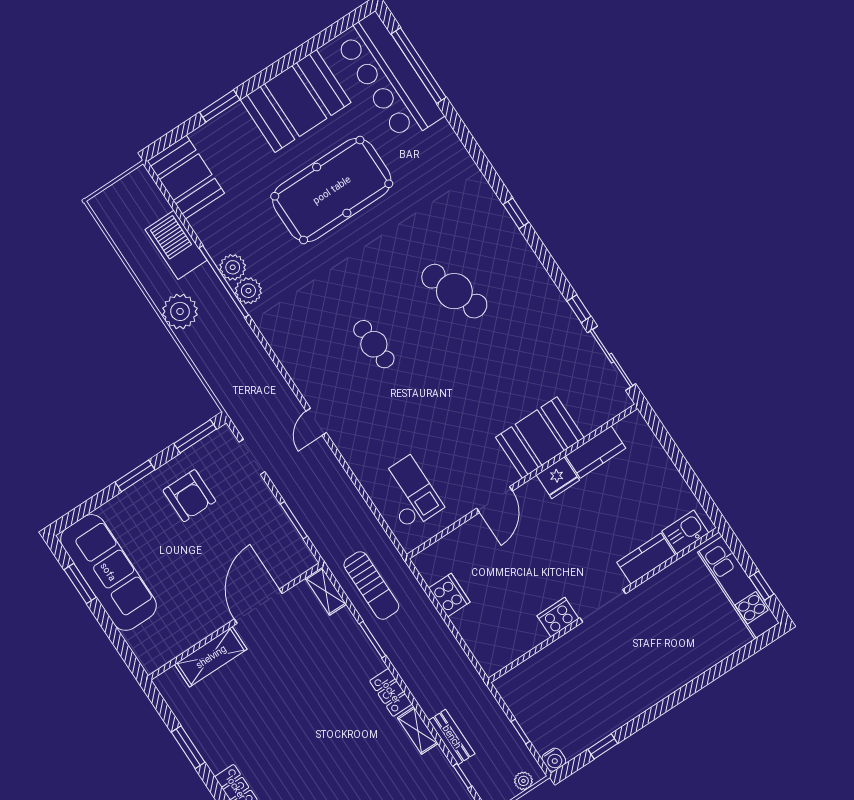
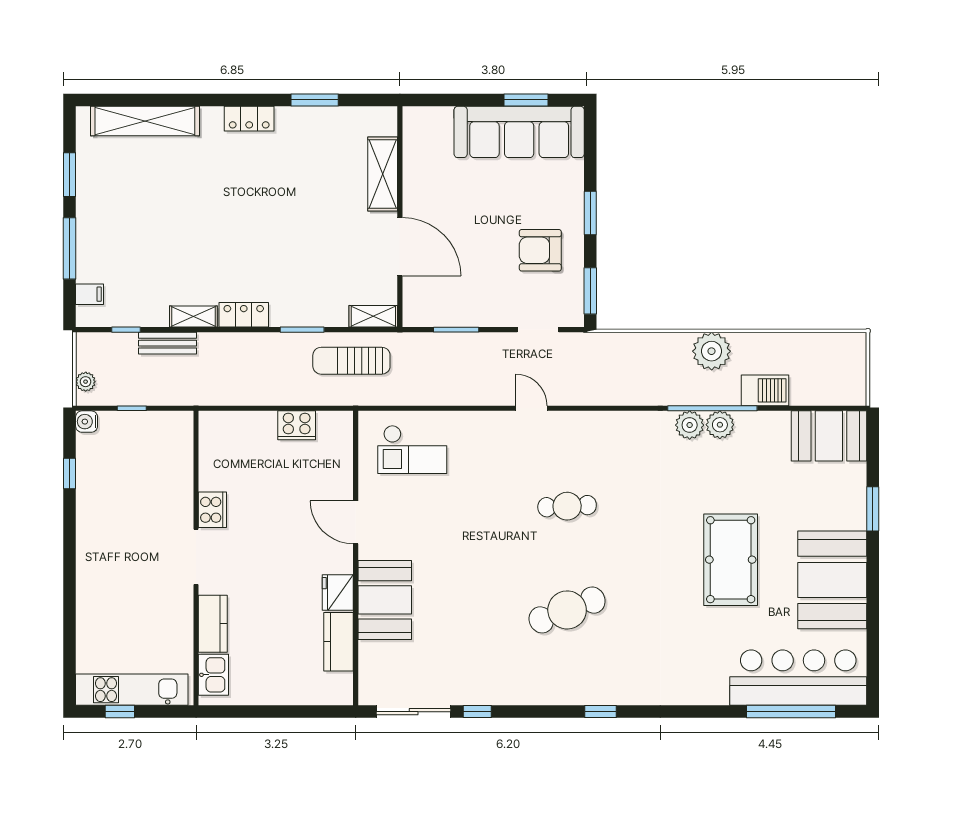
pool table: (332, 190) -> (731, 560), width x0.73, depth x0.76
barbecue: (176, 245) -> (765, 390), width x0.73, depth x0.83

